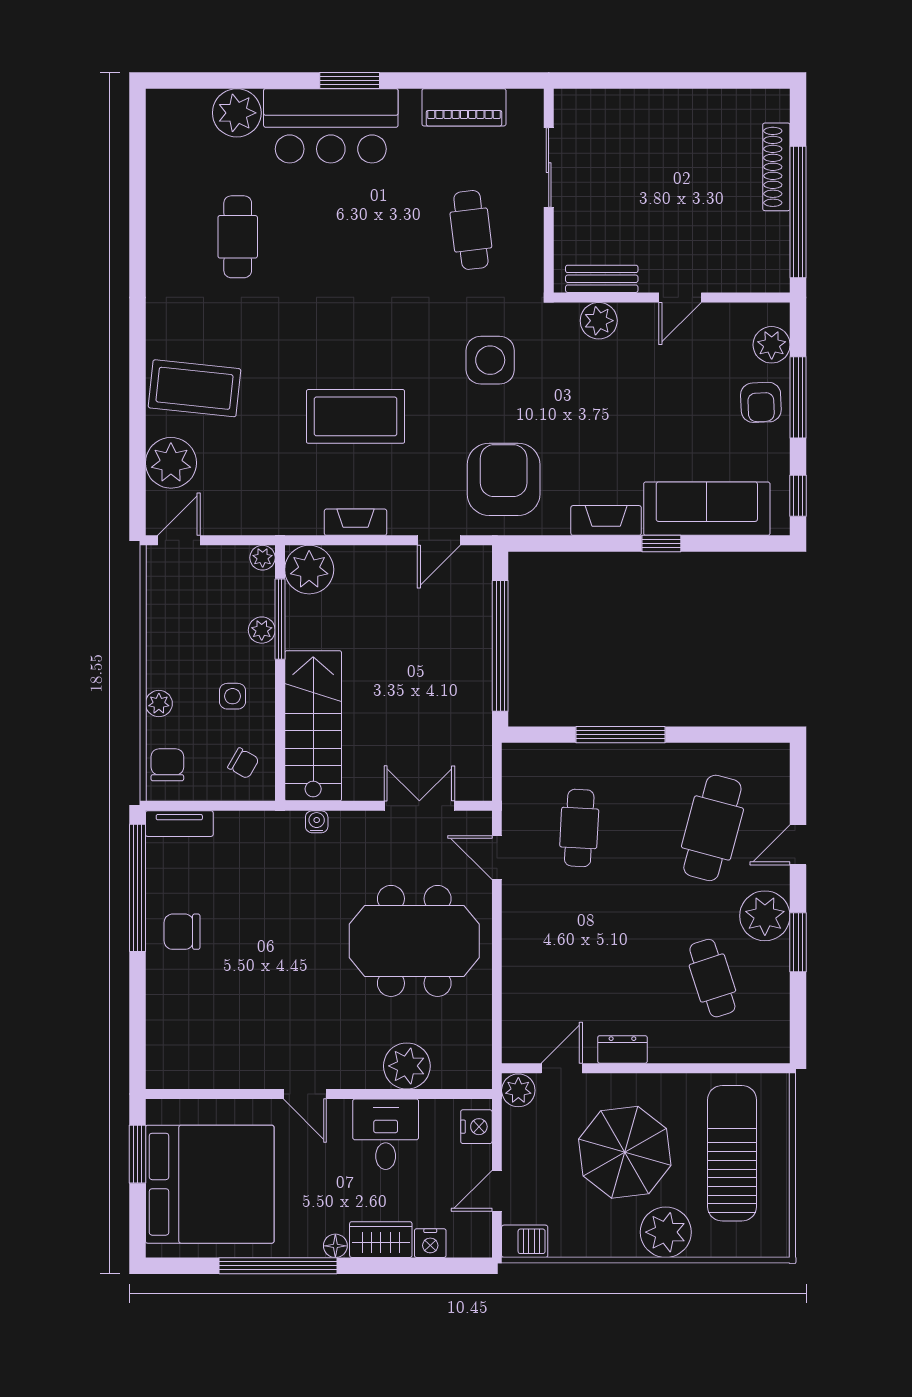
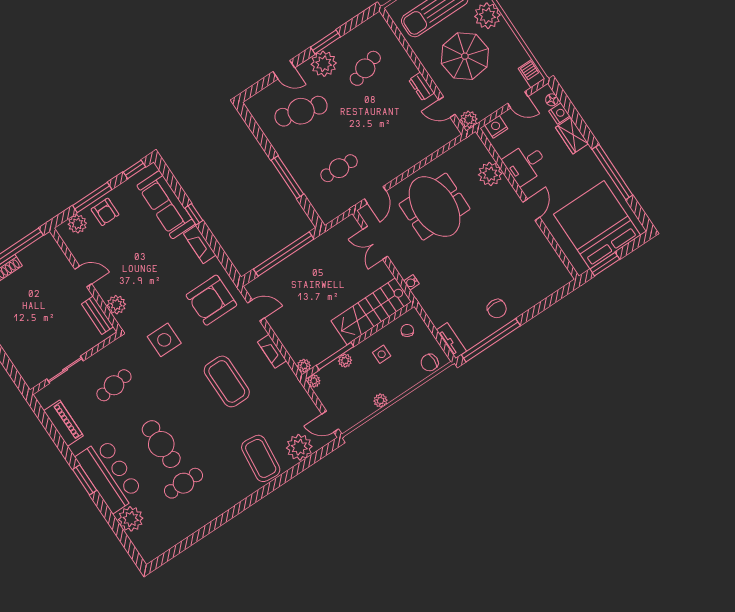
cafe table: (325, 243) -> (161, 444), added
armchair: (761, 402) -> (105, 212), turned 92
plant: (309, 570) -> (304, 366), width x0.53, depth x0.53
plant: (159, 704) -> (380, 401), moved
floor lamp: (335, 1246) -> (552, 100), moved

